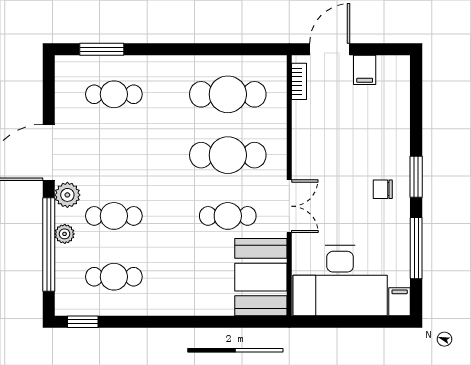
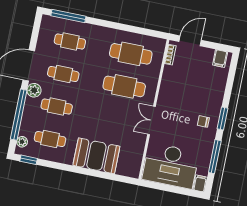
window: (102, 49) -> (68, 16), width x1.44
filing cabinet: (365, 70) -> (220, 58), moved
double door: (289, 206) -> (152, 120), swing flipped
cafe table: (228, 216) -> (63, 74), moved
plant: (65, 234) -> (22, 142), moved
booth: (261, 277) -> (96, 156), moved, turned 90

